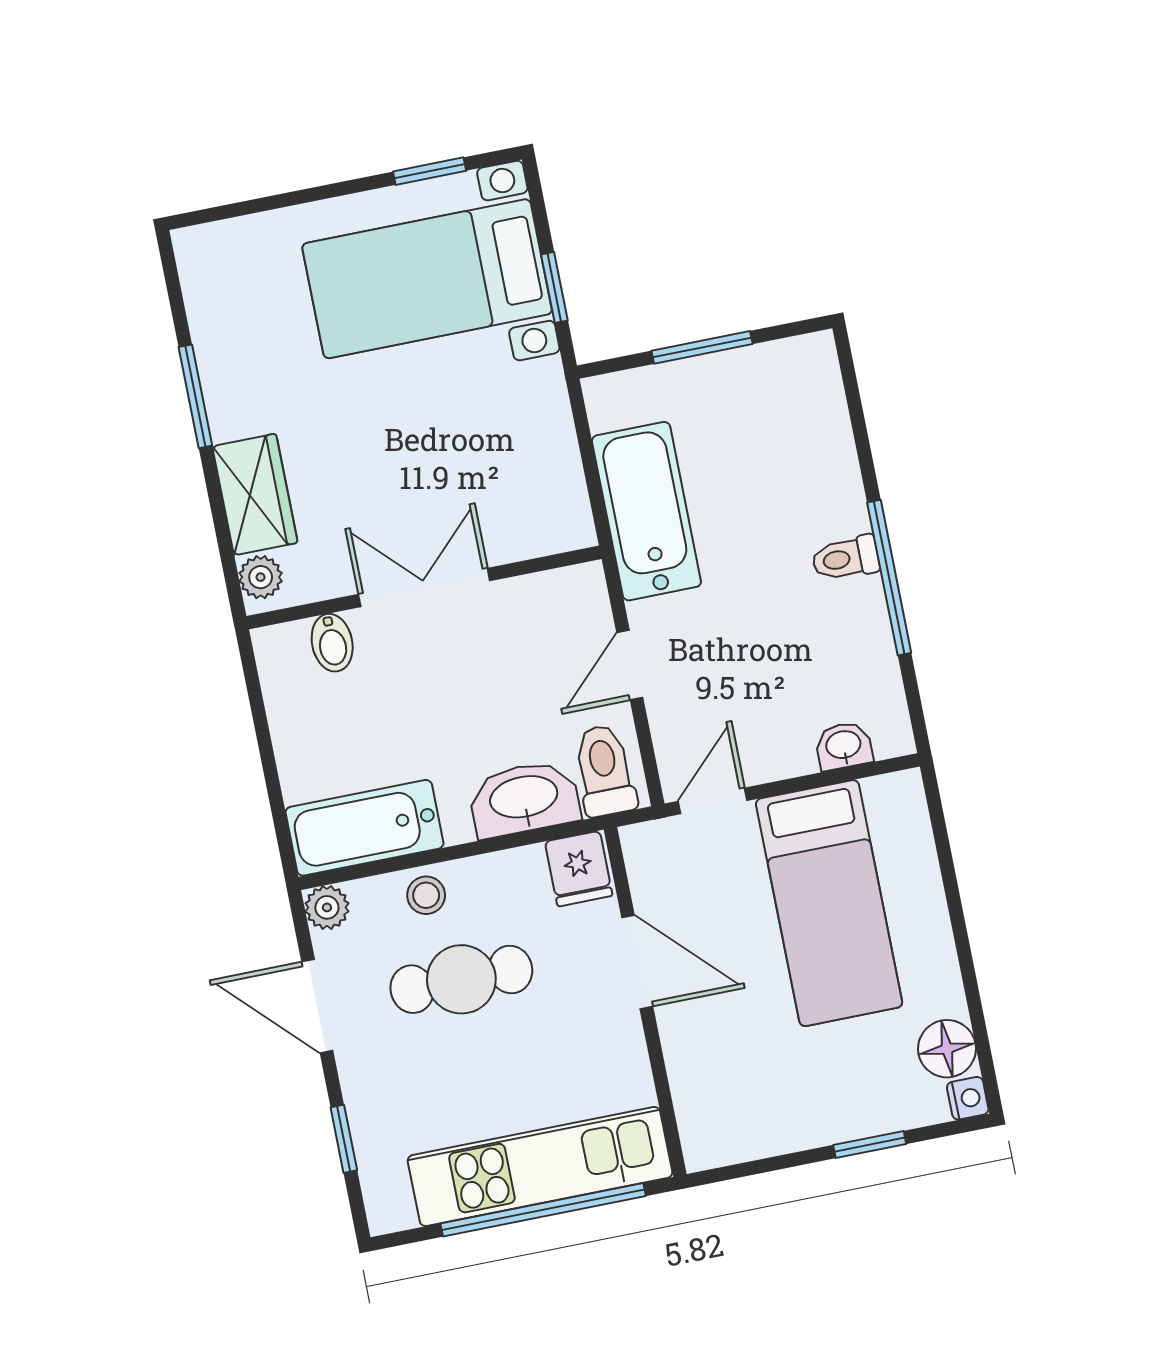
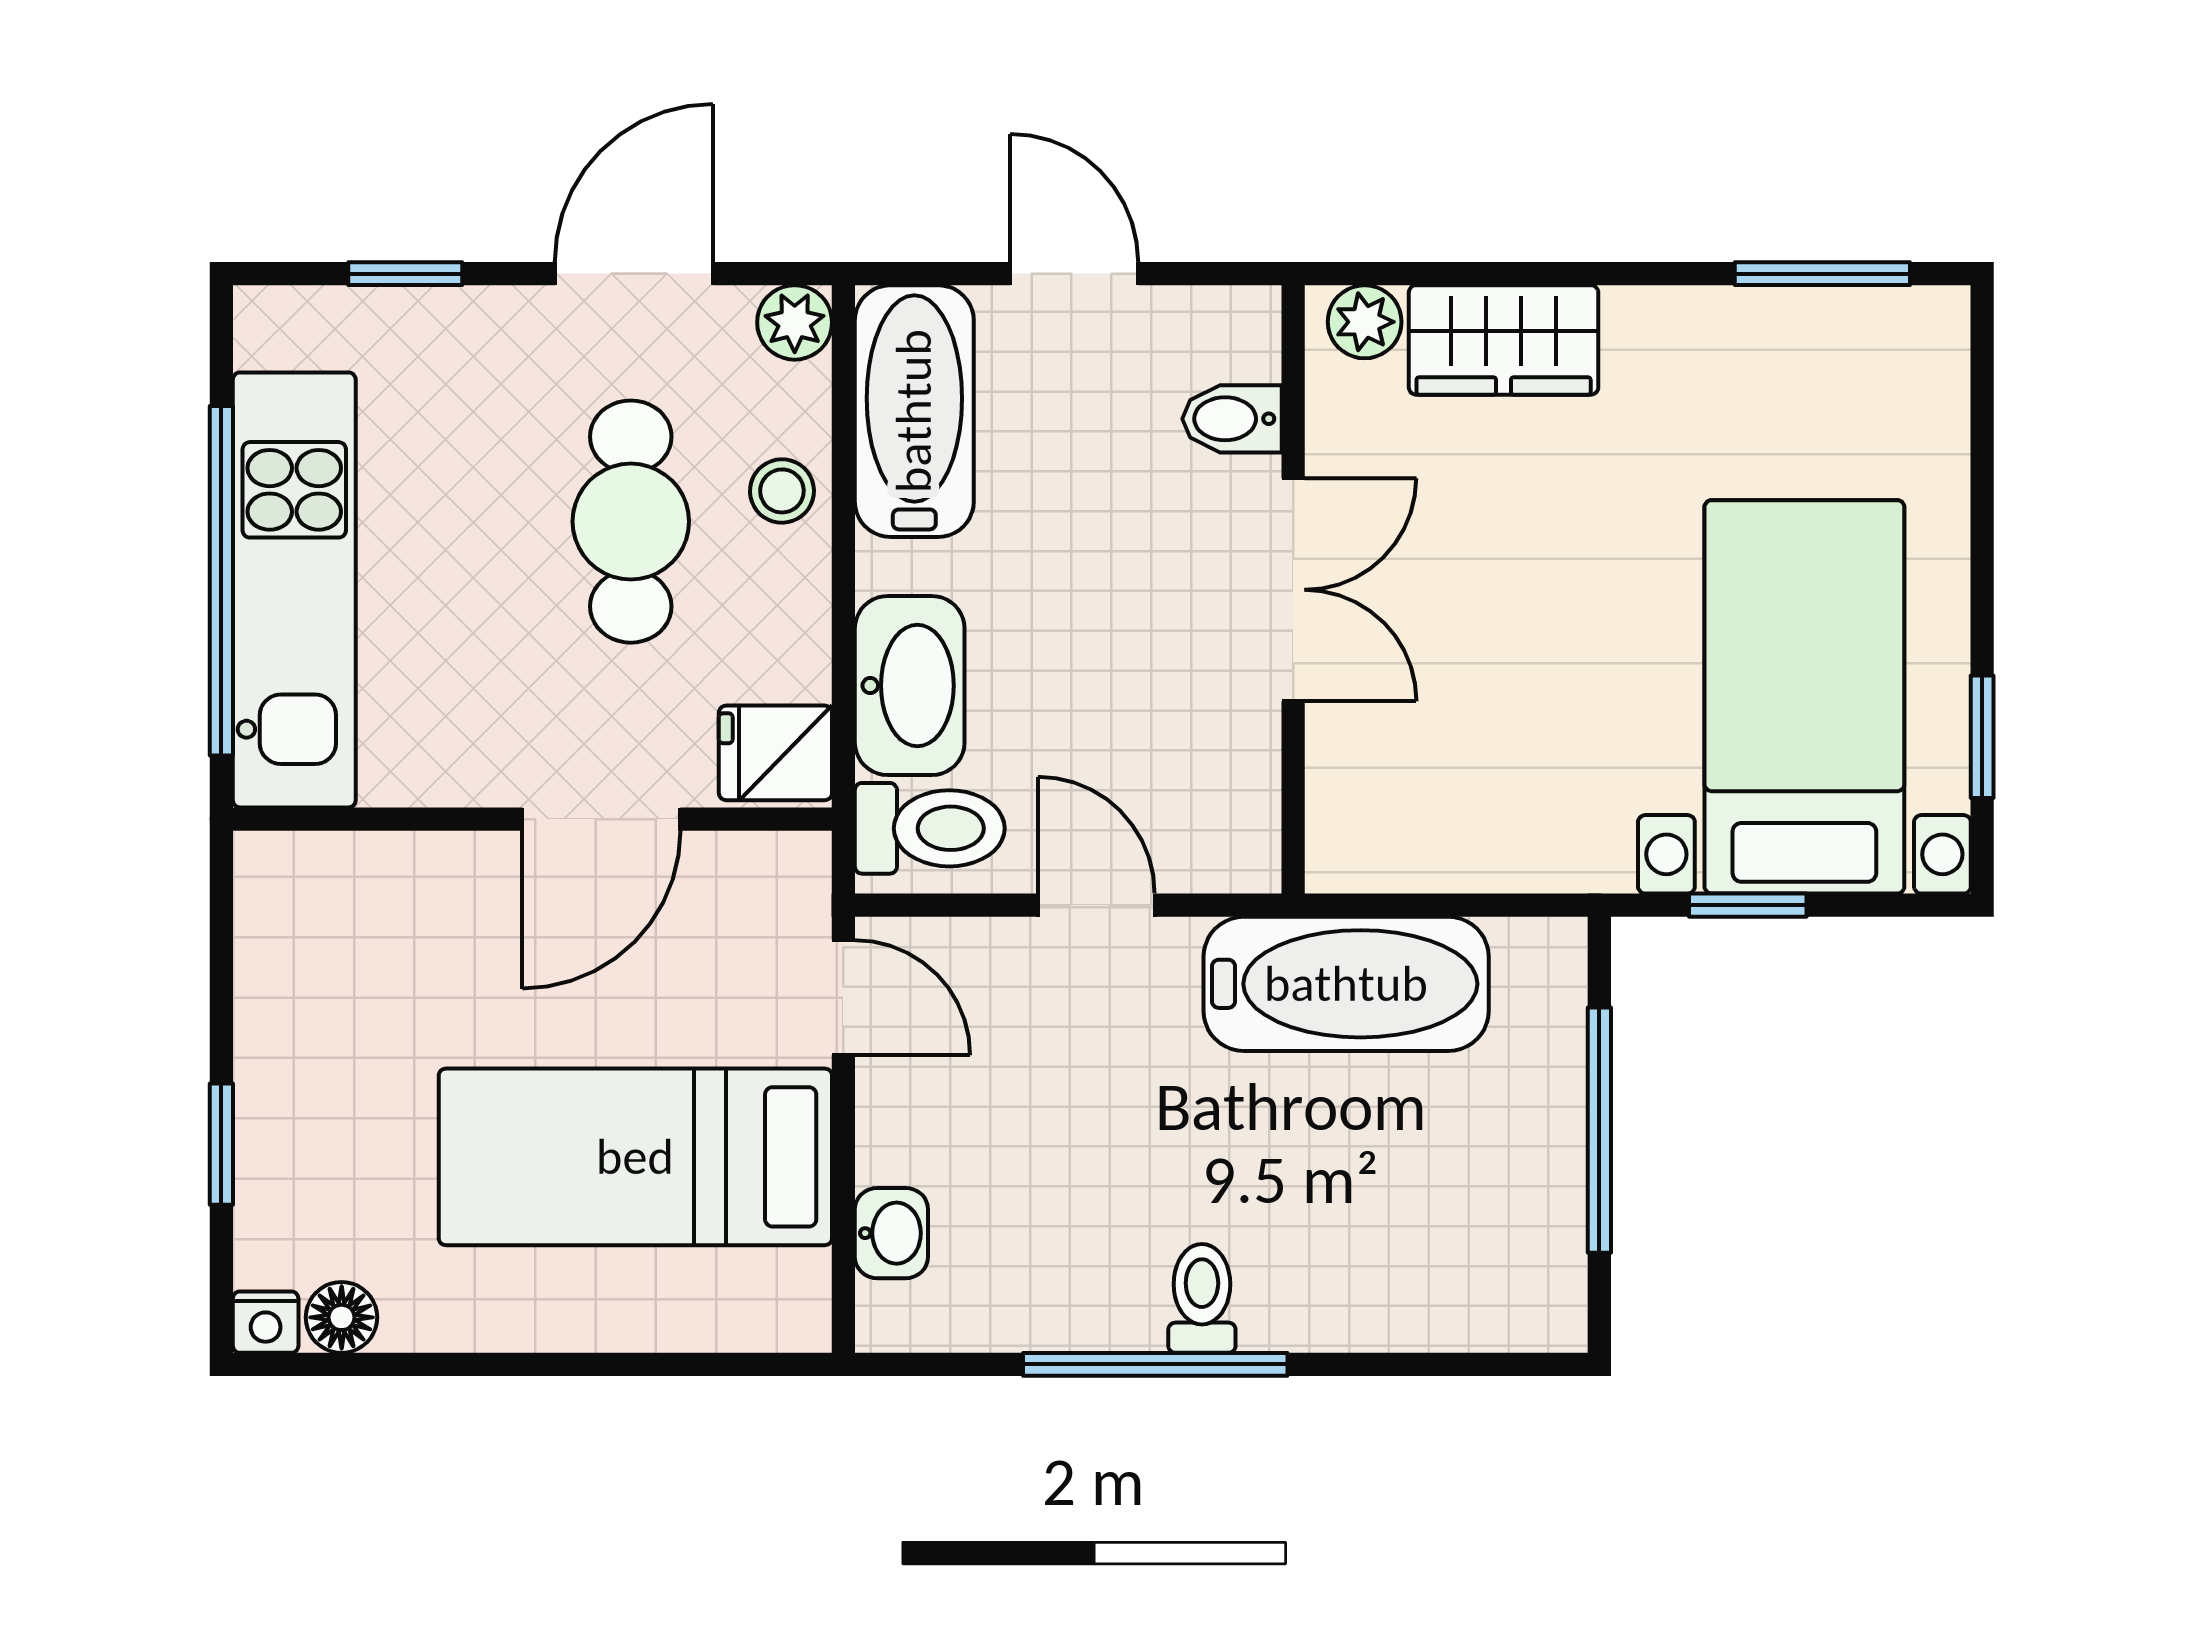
window: (702, 347) -> (1599, 1130), width x1.44
window: (195, 396) -> (1822, 274), moved
door: (266, 751) -> (1074, 274), added
floor lamp: (947, 1049) -> (342, 1317), width x0.73, depth x0.73

